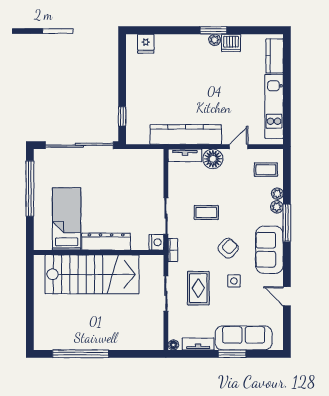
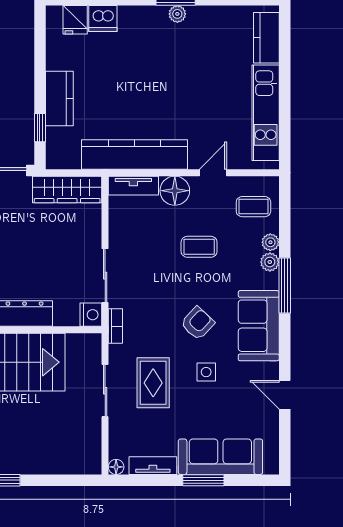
dishwasher: (231, 43) -> (103, 18), moved
kitchen counter: (135, 97) -> (59, 98), added
wardrobe: (140, 158) -> (67, 189), added
coffee table: (206, 212) -> (199, 247), moved

